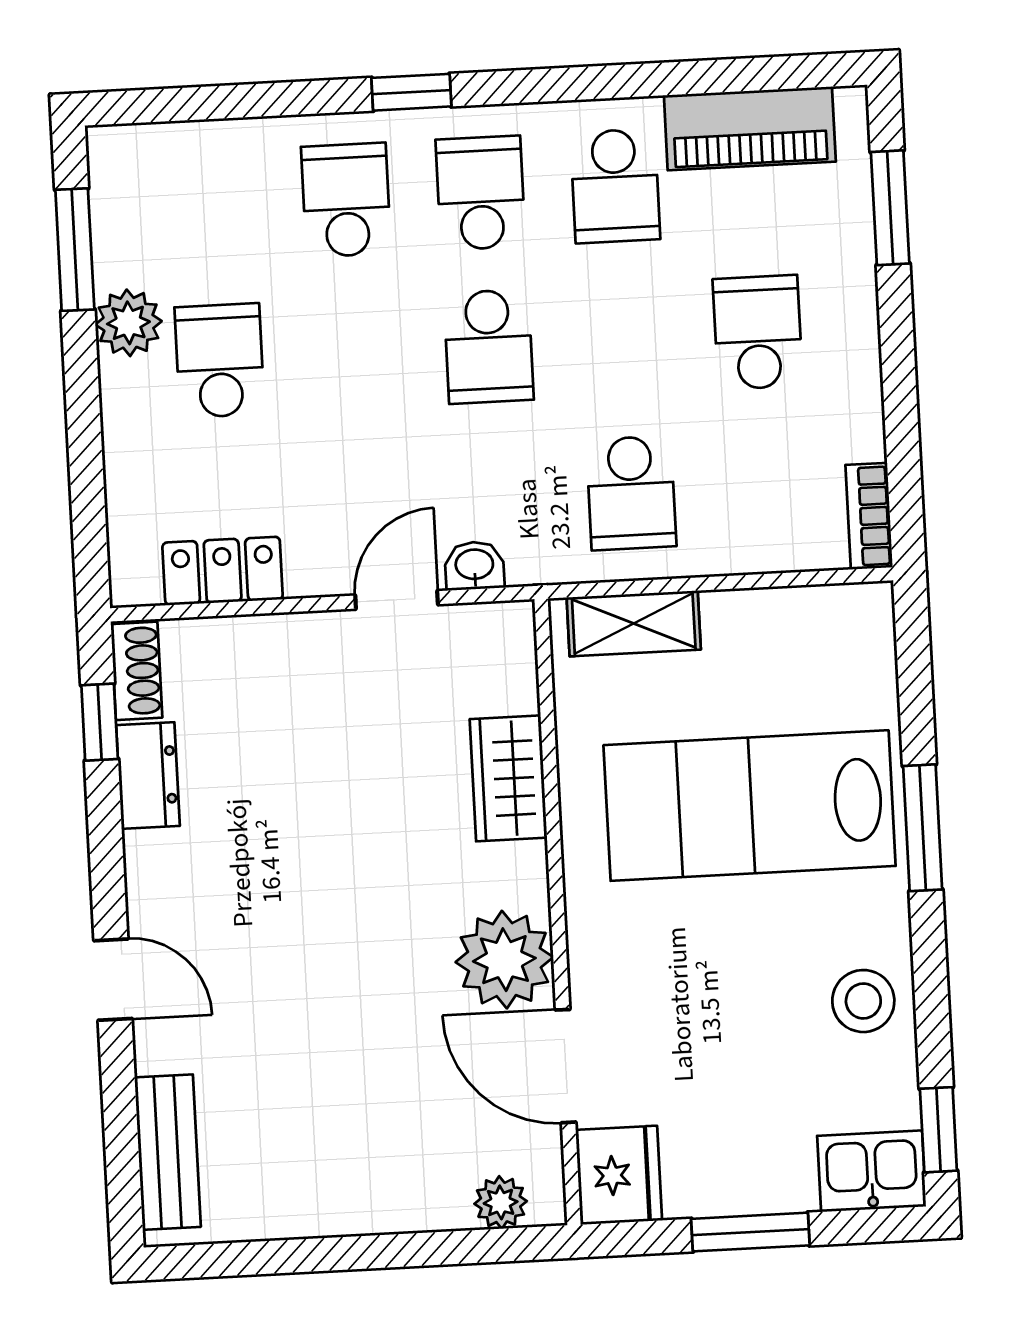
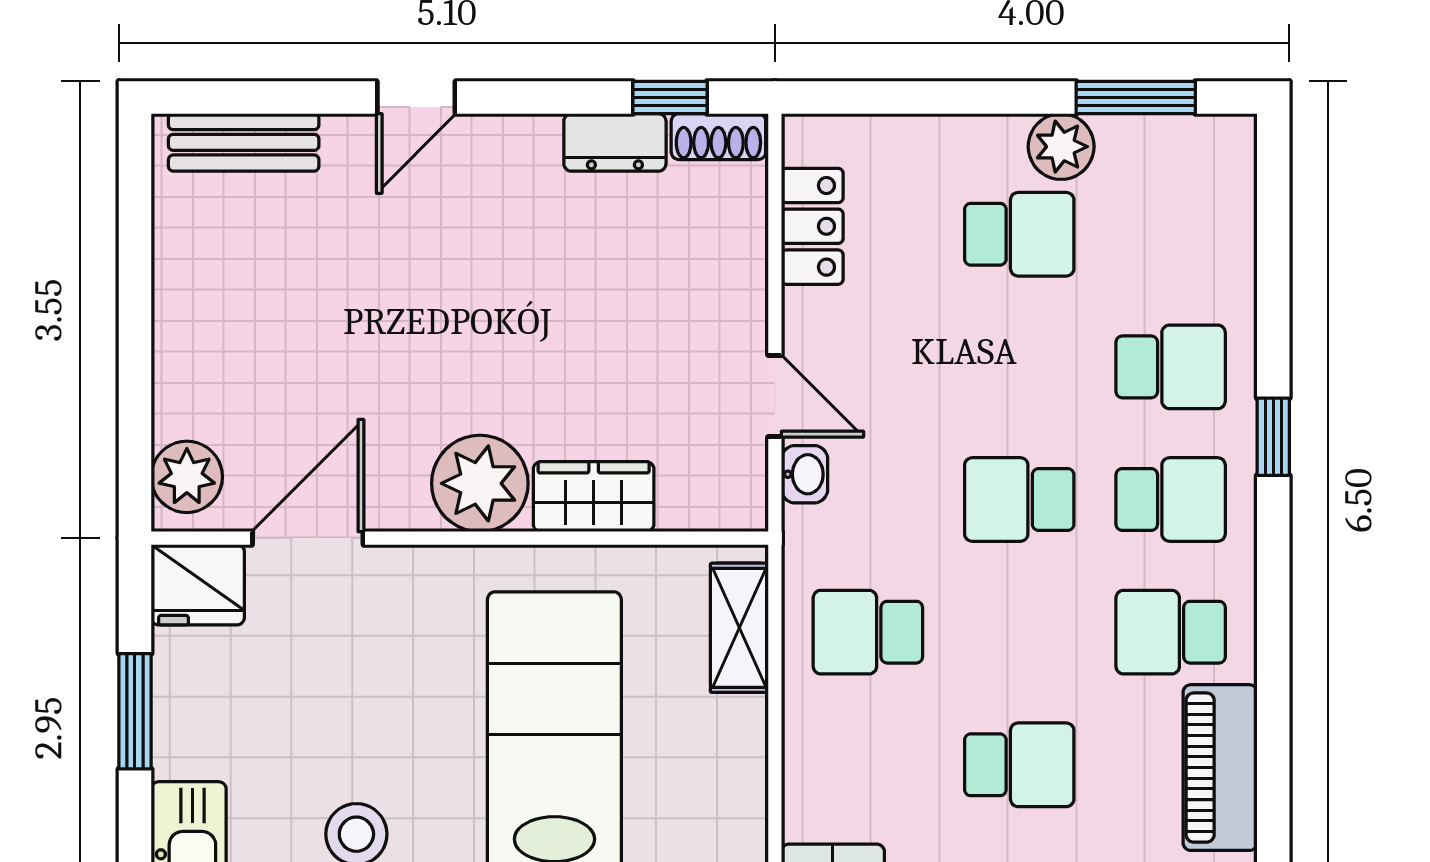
plant: (504, 960) -> (480, 483), moved
plant: (501, 1202) -> (187, 477), width x1.38, depth x1.38

